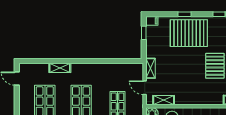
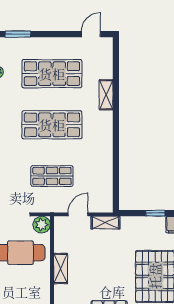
shelving: (164, 100) -> (61, 269), moved

